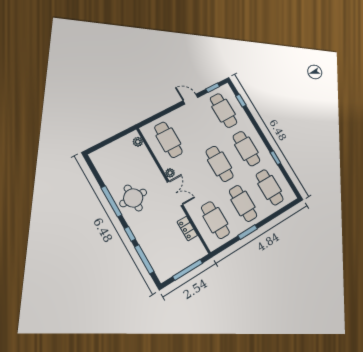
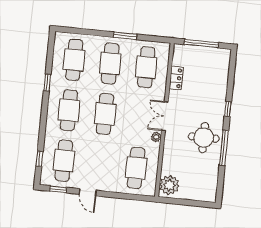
plant: (138, 142) -> (169, 185), width x1.87, depth x1.87
window: (144, 259) -> (231, 79), removed

